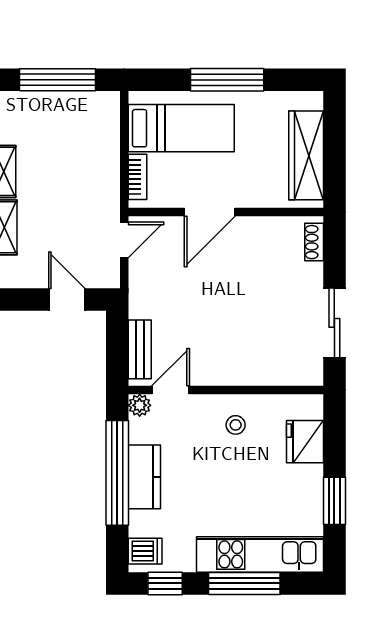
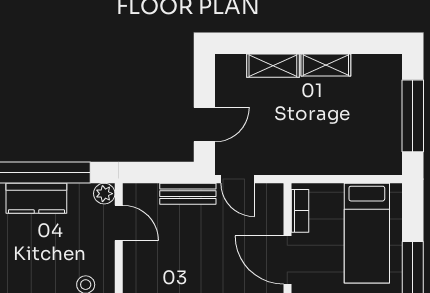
bookcase: (138, 177) -> (300, 211), moved, turned -90
door: (124, 240) -> (238, 179), moved
bench: (140, 349) -> (188, 194), moved

